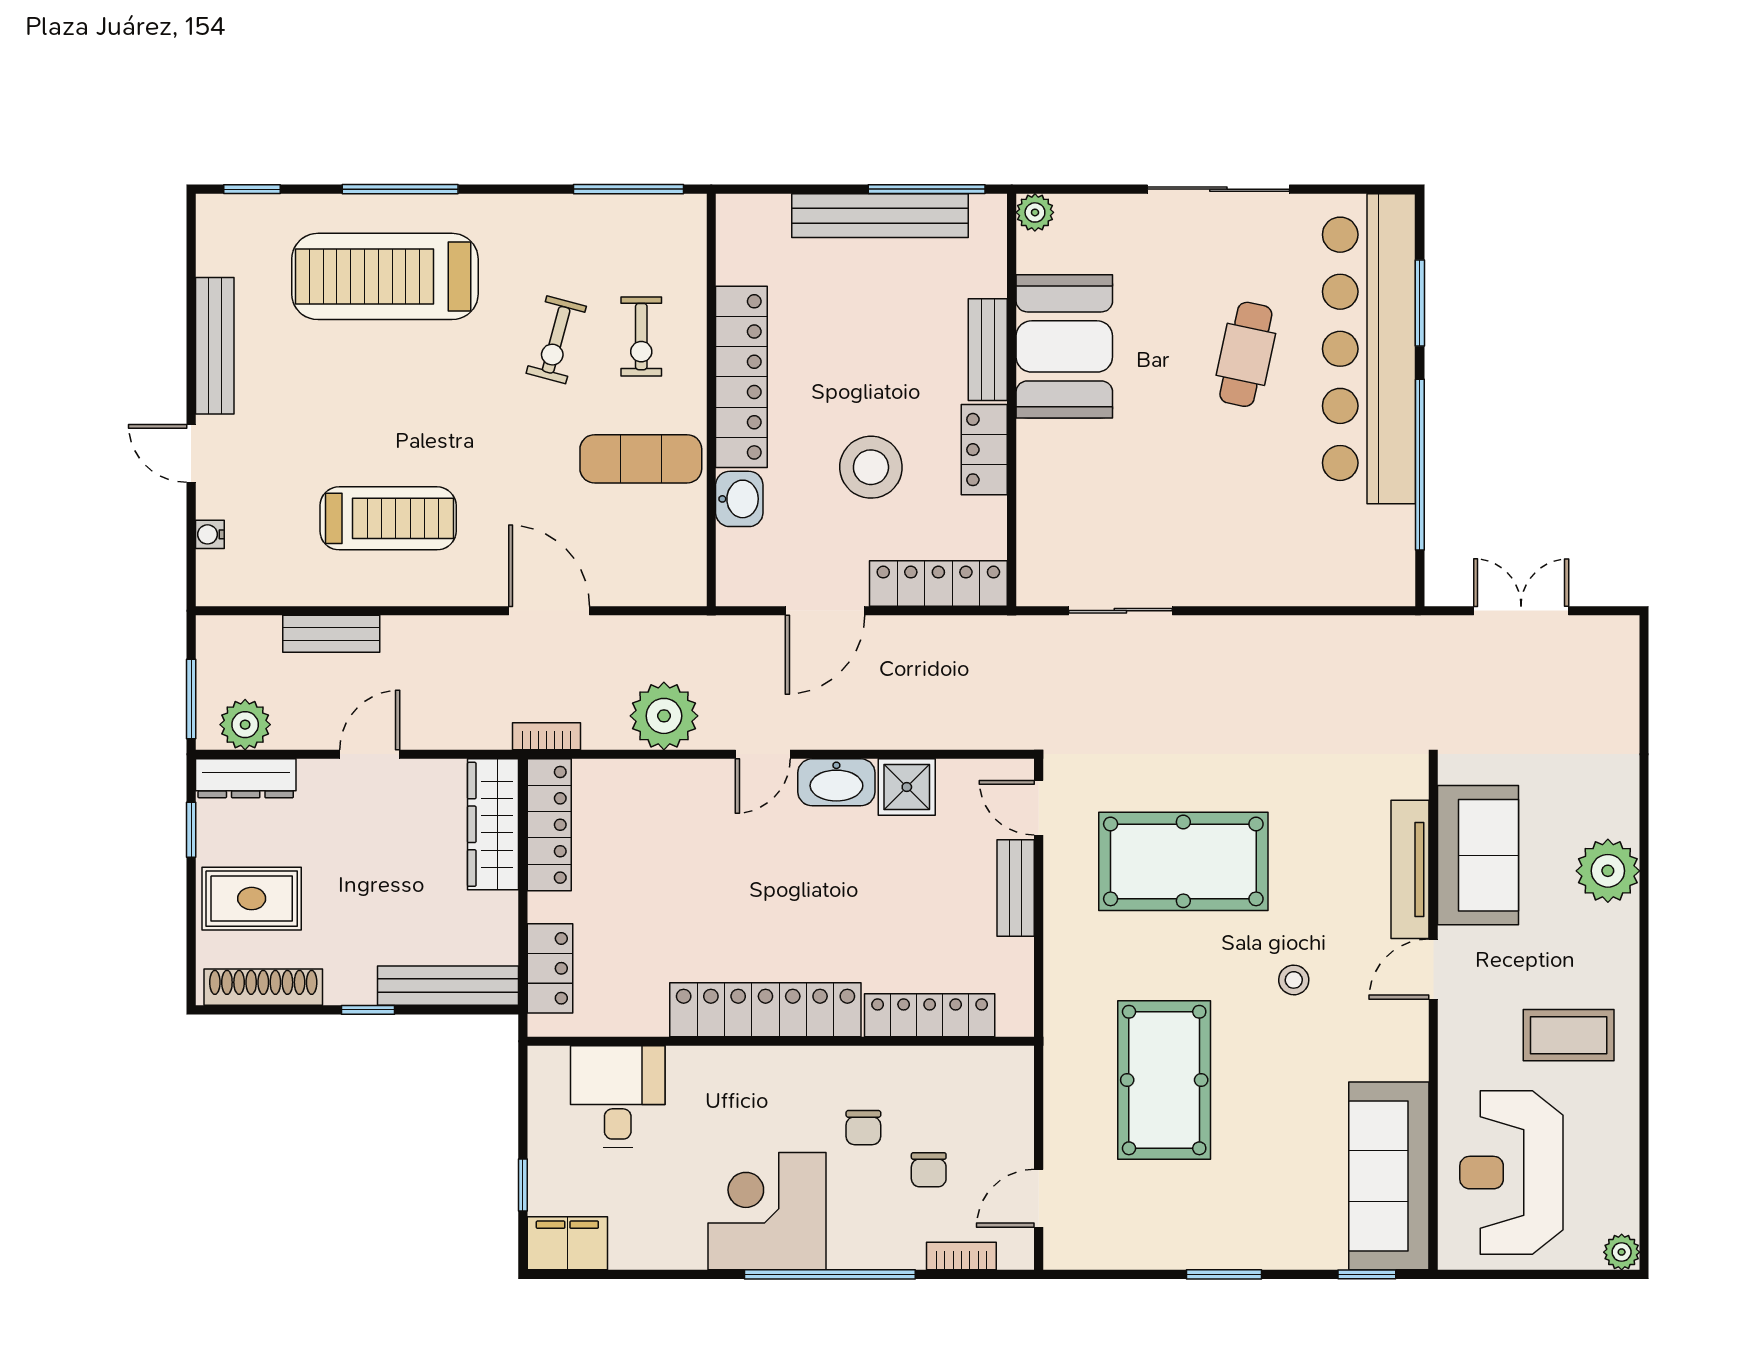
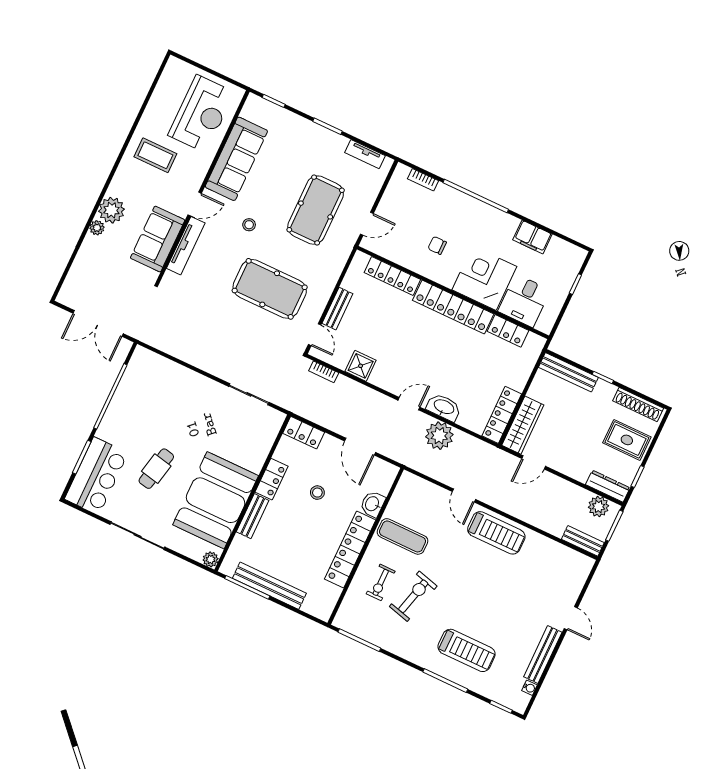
treadmill: (385, 276) -> (467, 650), width x0.73, depth x0.73
exercise bike: (641, 337) -> (381, 582), turned 180
exercise bike: (556, 340) -> (413, 596), width x1.38, depth x1.39
booth: (1064, 346) -> (216, 500), width x1.36, depth x1.42
bar counter: (1369, 349) -> (96, 476), width x0.54
stool: (871, 467) -> (317, 493), width x0.53, depth x0.53
treadmill: (388, 518) -> (496, 533), moved, turned 180
water cooler: (210, 534) -> (529, 688), moved
locker: (938, 583) -> (304, 433), width x0.66
door: (549, 611) -> (464, 496), width x0.73
door: (825, 611) -> (360, 447), swing flipped
double door: (1521, 611) -> (98, 323), width x1.37
bench: (331, 634) -> (583, 541), moved
bookcase: (546, 736) -> (324, 372), moved
door: (370, 754) -> (534, 462), moved
washbasin: (836, 782) -> (444, 407), moved
locker: (550, 968) -> (508, 331), moved, turned -90
chair: (863, 1128) -> (437, 245), turned -90
chair: (929, 1170) -> (420, 218), removed
sofa: (1389, 1176) -> (236, 159), moved
door: (1039, 1198) -> (367, 224), moved
corner desk: (767, 1211) -> (484, 278), moved, turned 180
filing cabinet: (567, 1243) -> (532, 237), moved
tv unit: (1114, 1252) -> (365, 154), added
plant: (1622, 1252) -> (97, 228), moved

